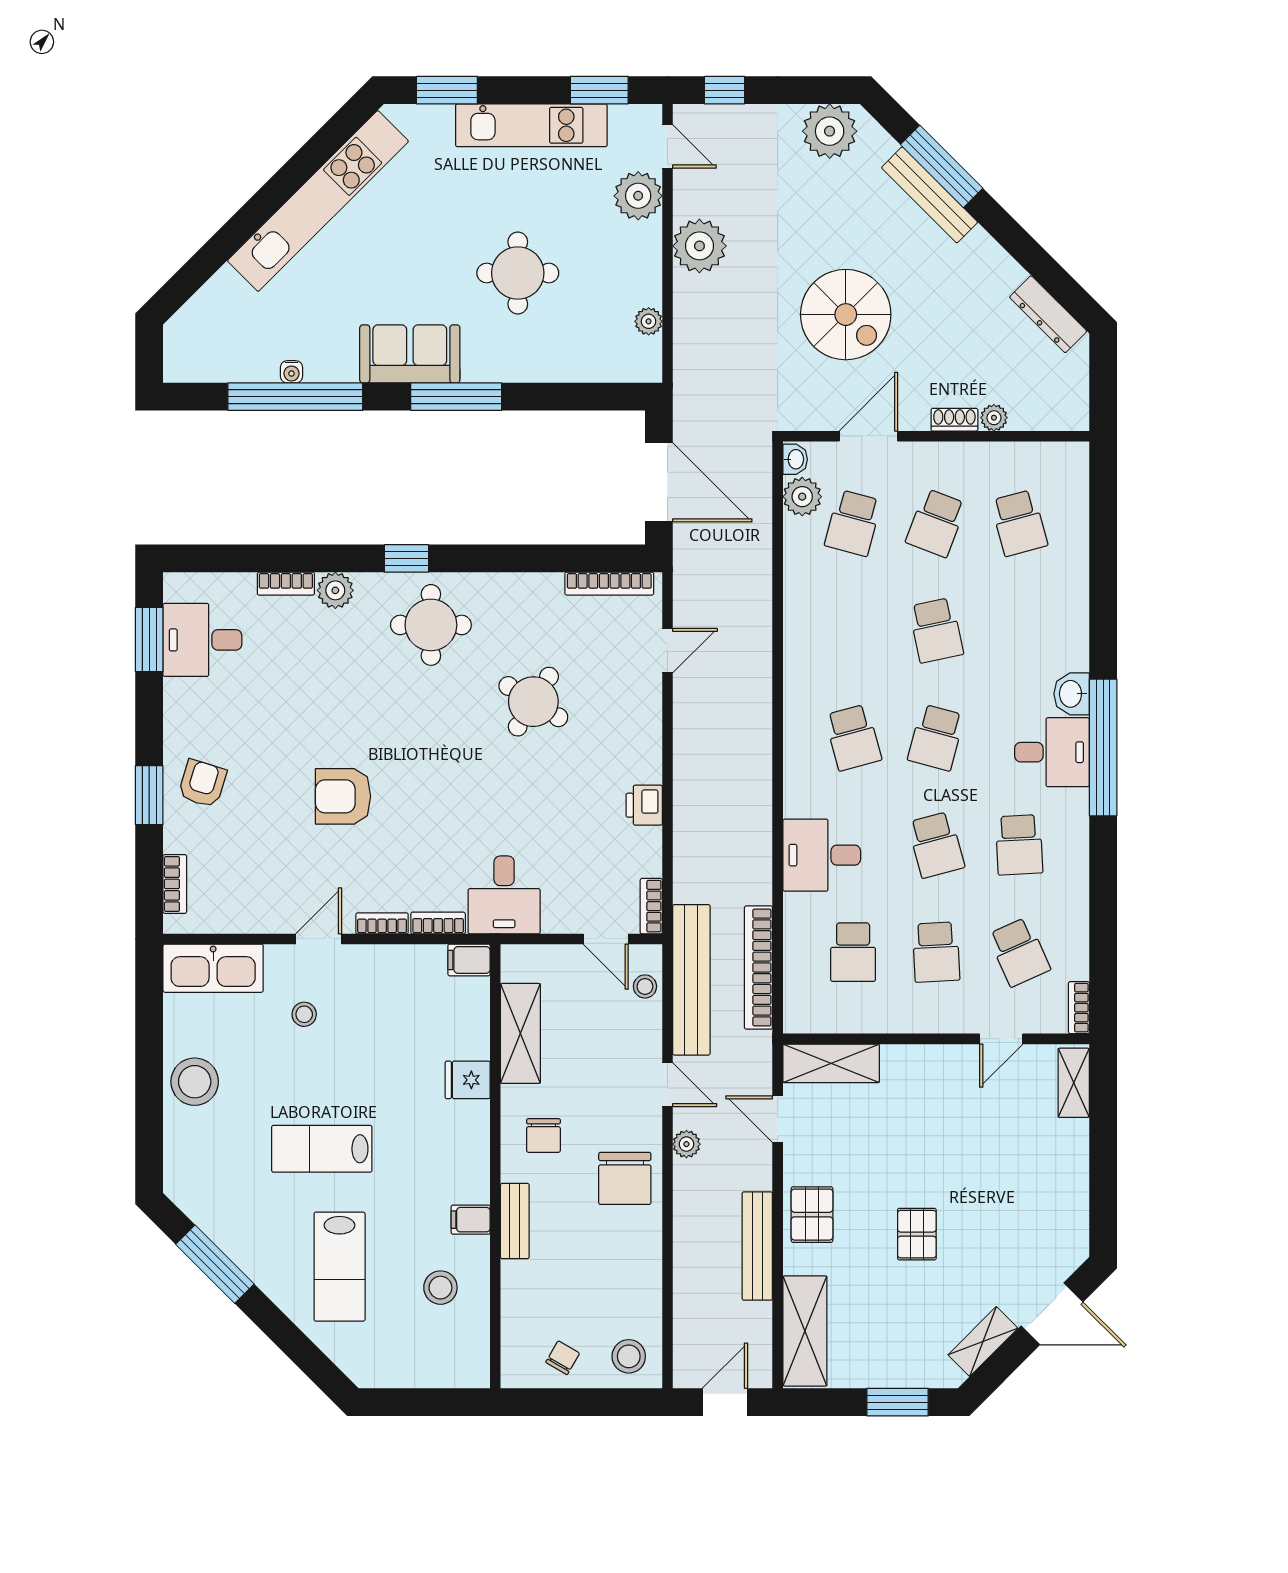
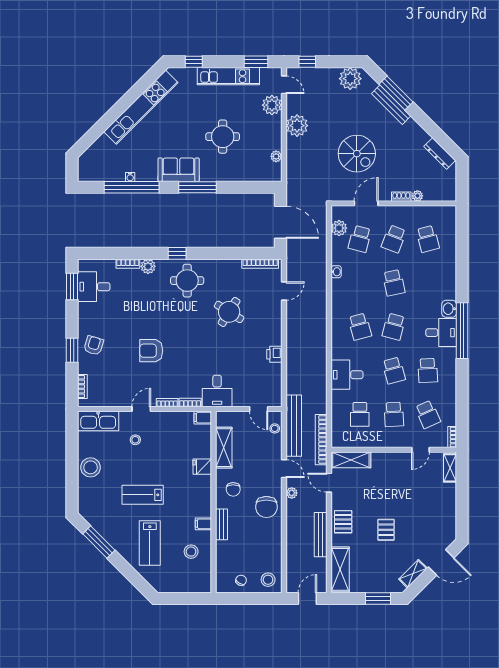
window: (447, 90) -> (194, 62), width x0.67
washbasin: (795, 459) -> (336, 272), moved
bookcase: (651, 906) -> (277, 396), removed
bookcase: (758, 967) -> (321, 440), moved

